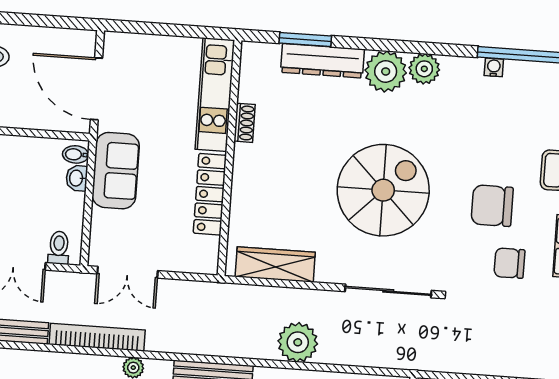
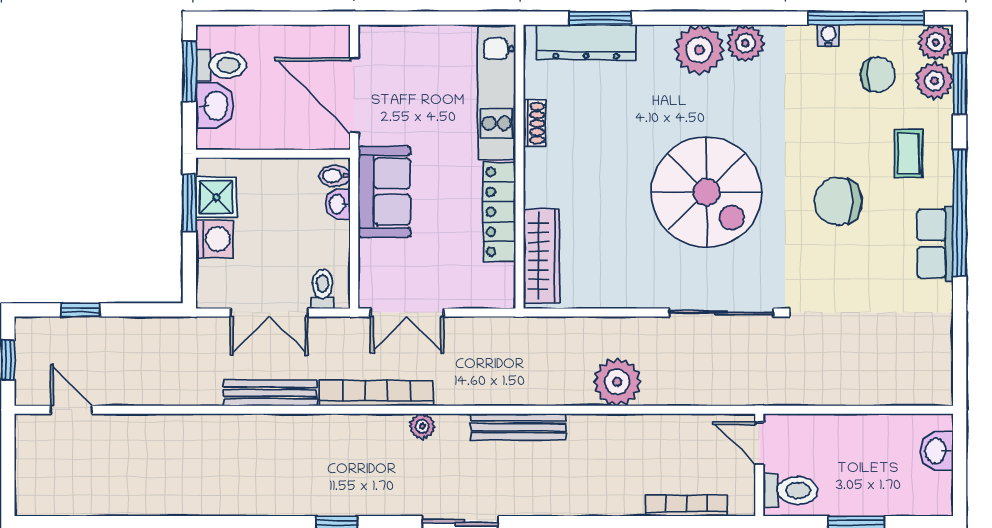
dresser: (322, 61) -> (586, 42), moved
spiral stairs: (383, 190) -> (706, 192), turned 90
chair: (509, 263) -> (878, 74), moved, turned 180
wardrobe: (275, 265) -> (541, 256), moved, turned 90

